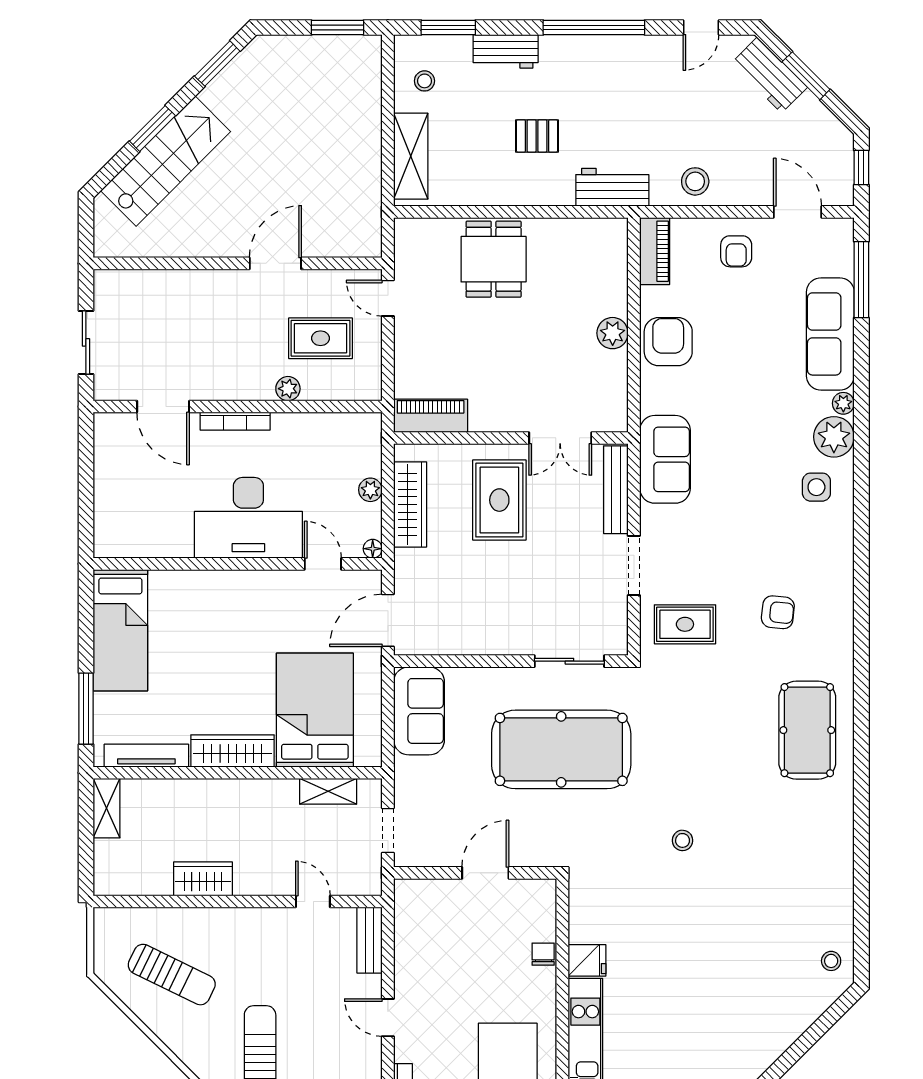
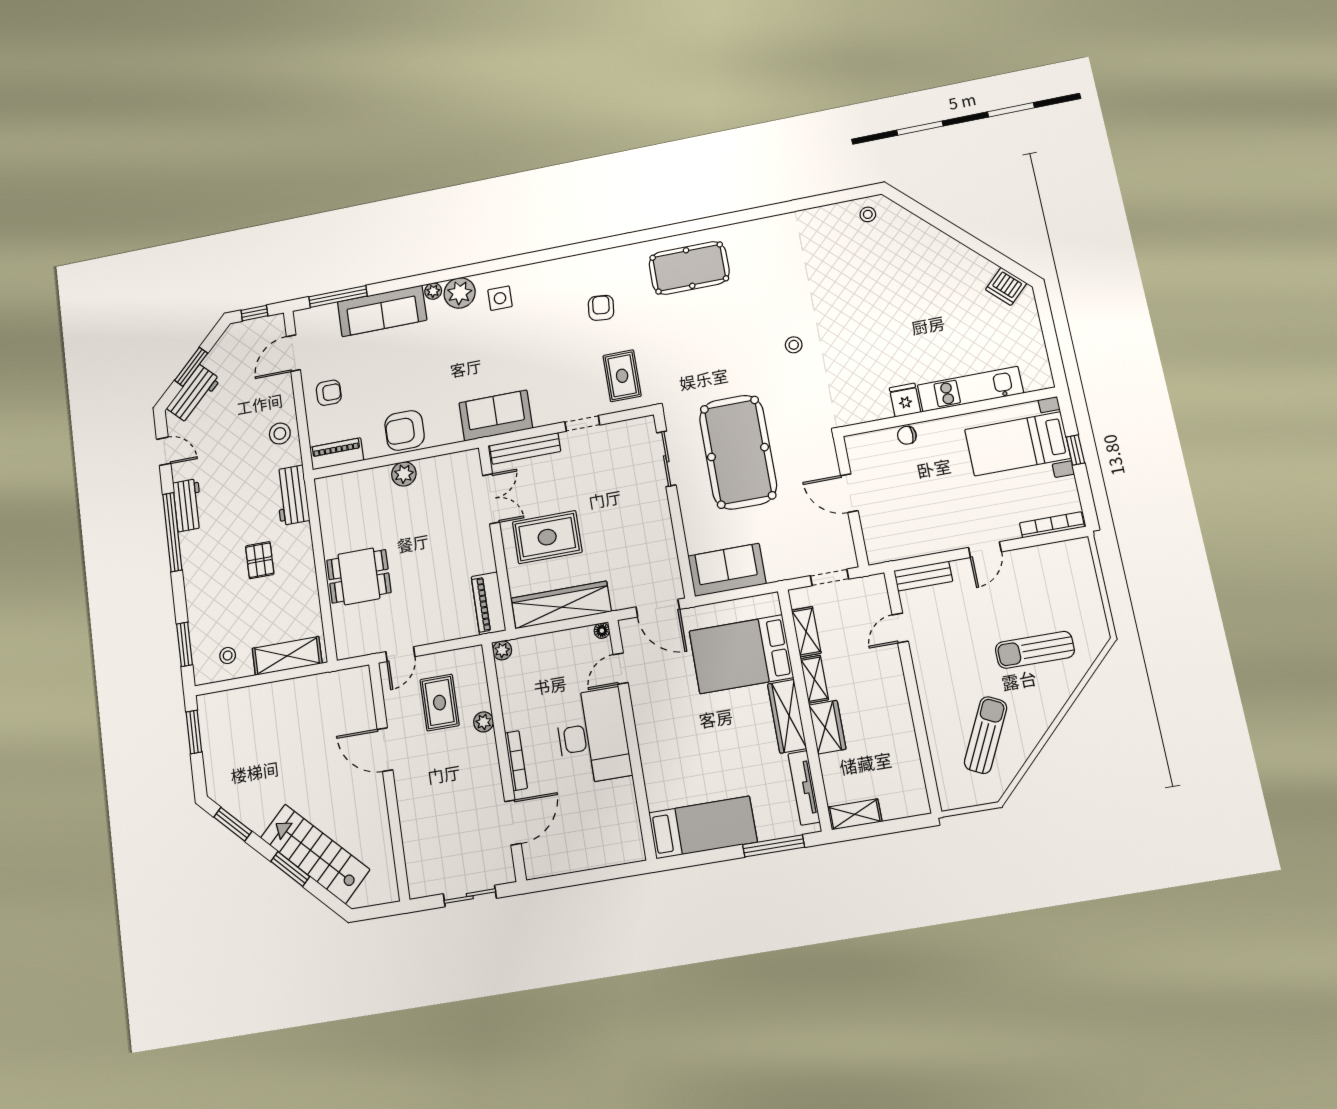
workbench: (506, 51) -> (188, 505), moved
plant: (370, 490) -> (502, 650), moved
wardrobe: (410, 504) -> (561, 605), width x1.40, depth x1.17
doorway: (634, 566) -> (582, 423), width x0.73
shelving: (270, 791) -> (814, 679), added
wardrobe: (203, 879) -> (827, 727), moved, turned 180

